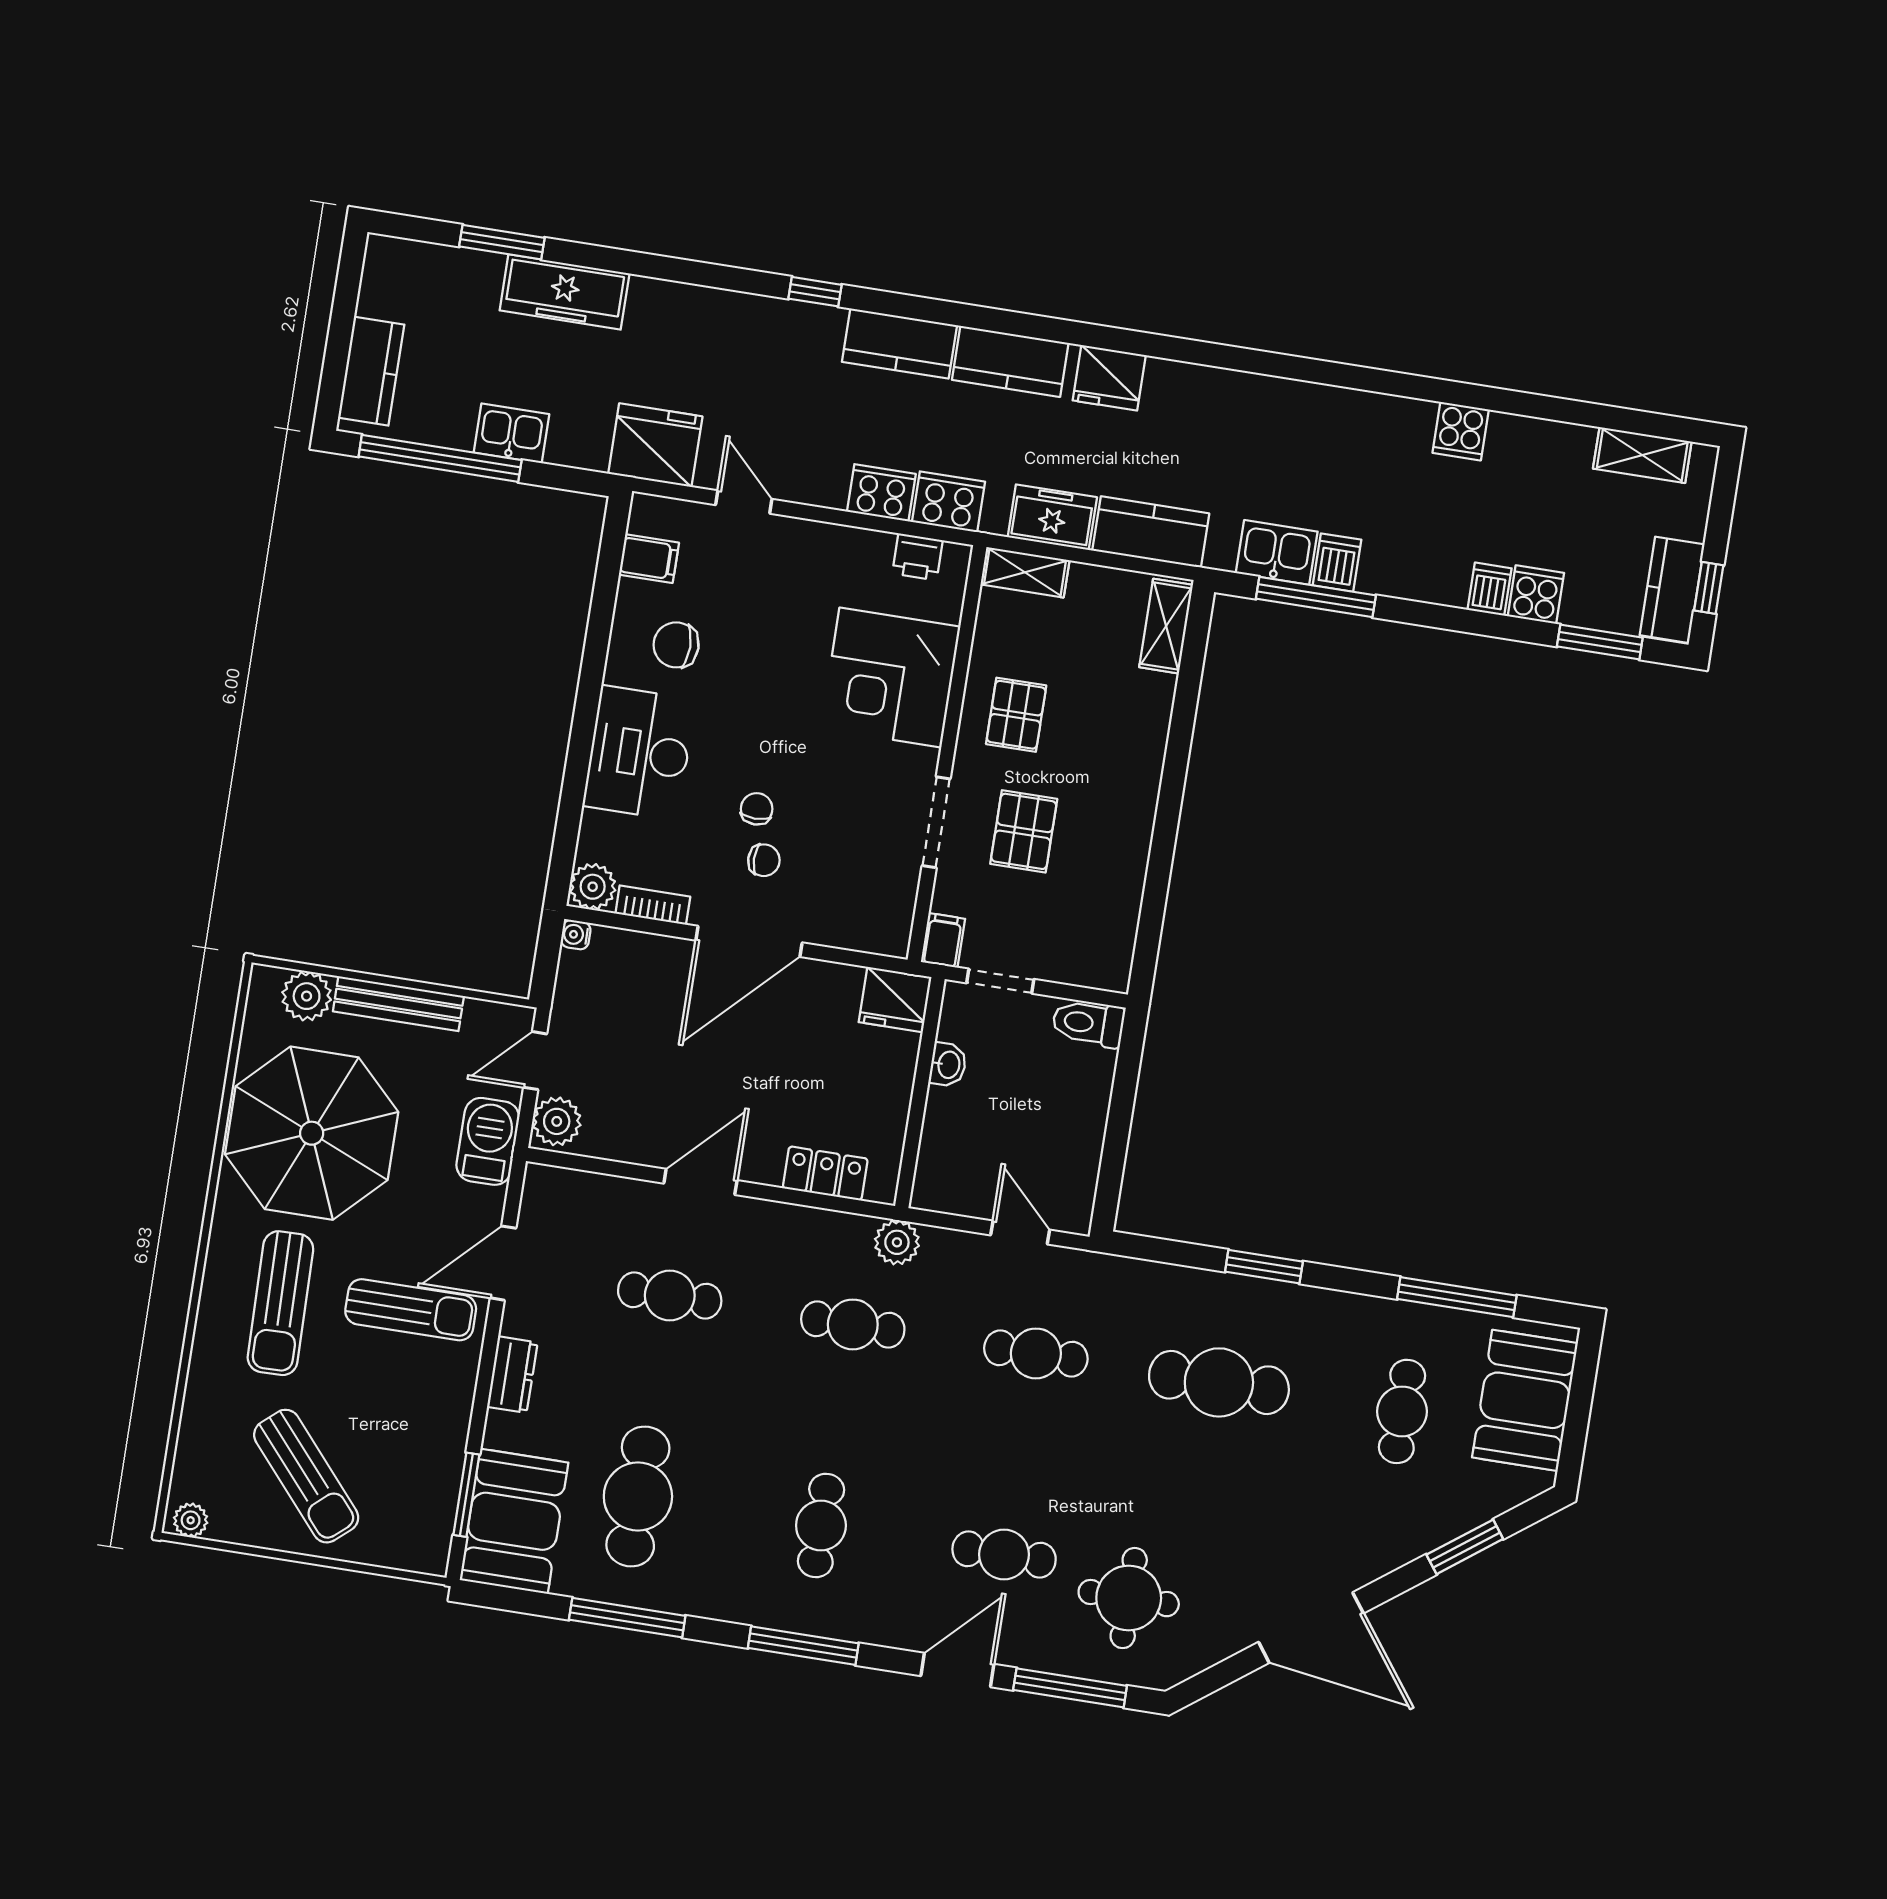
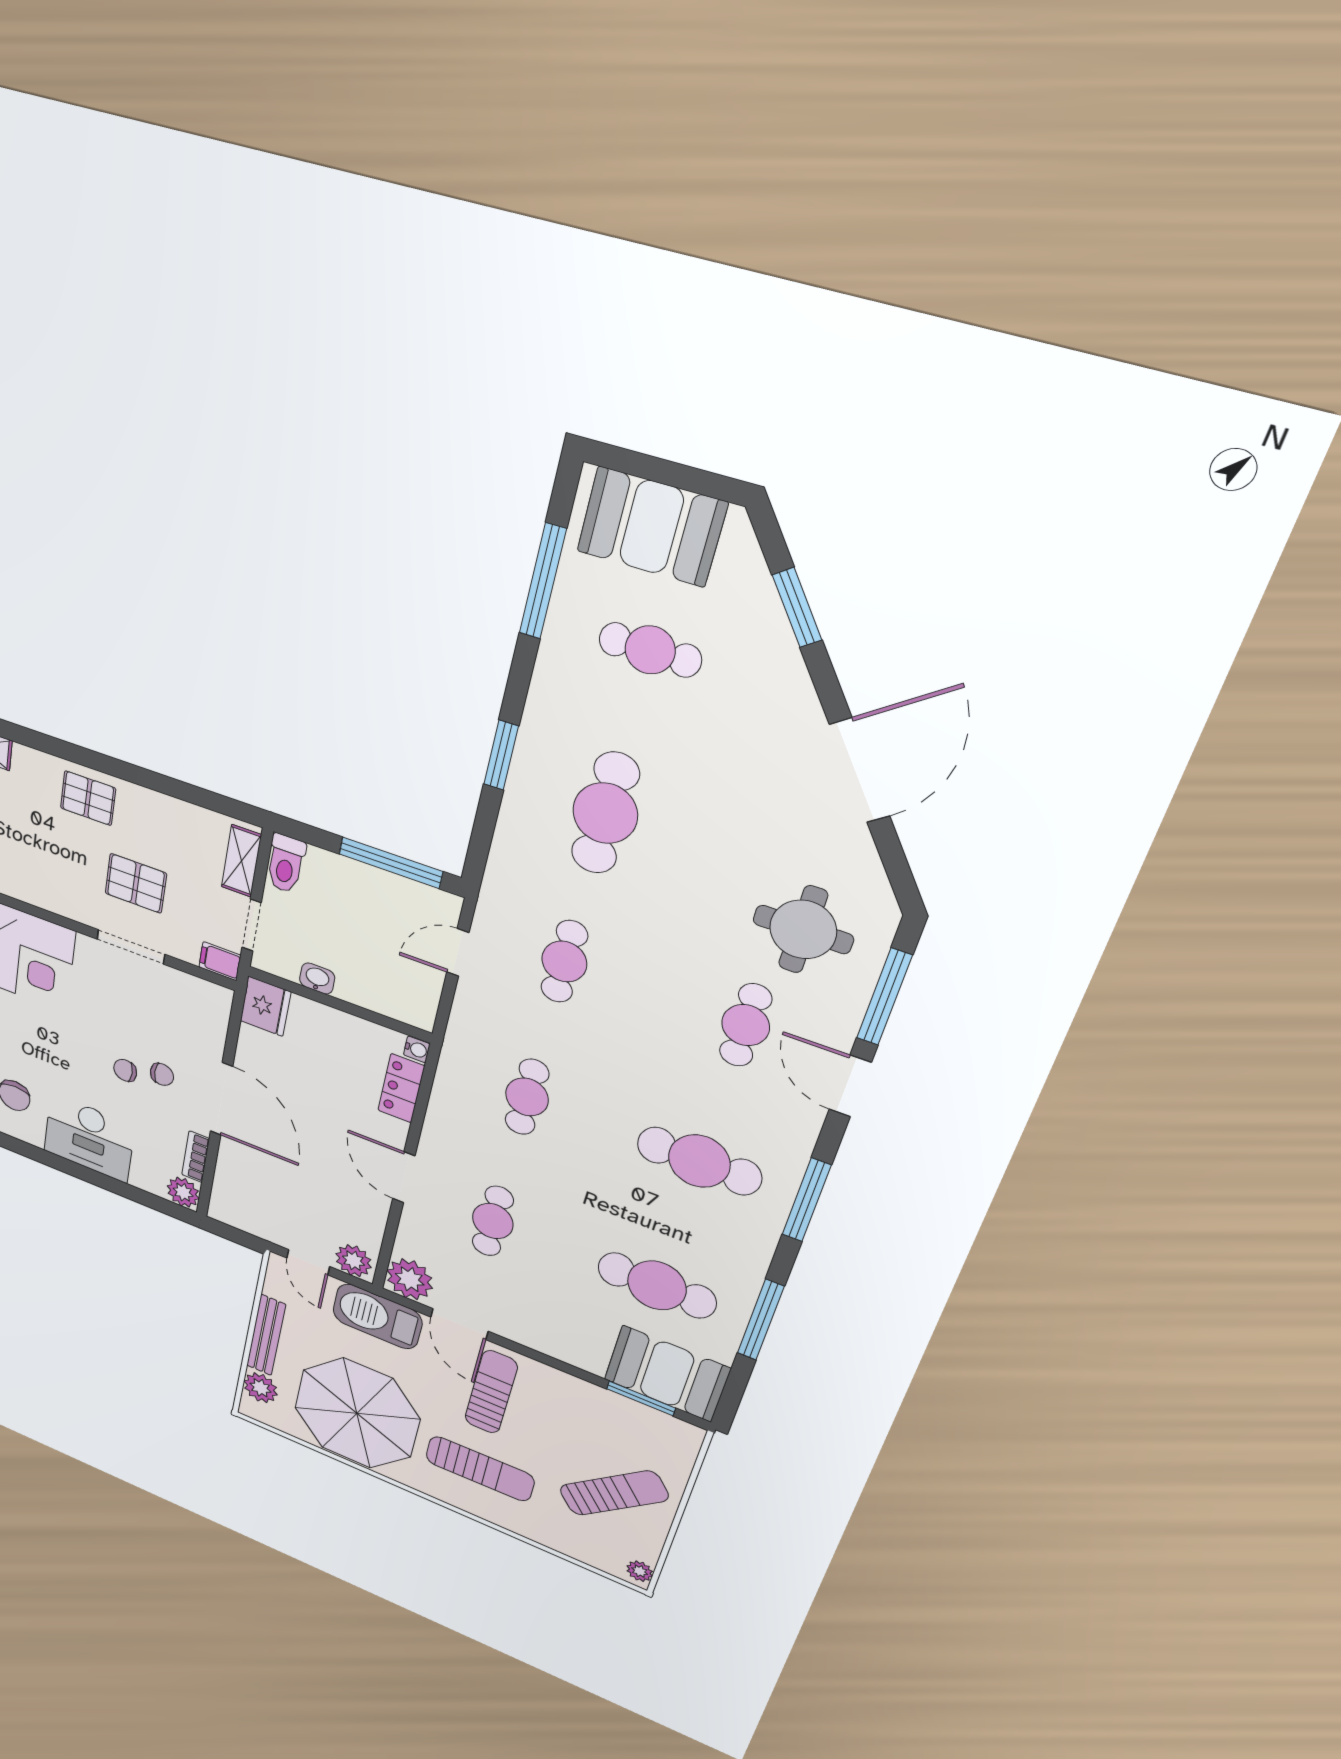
pallet: (1016, 715) -> (88, 798), moved
chair: (764, 860) -> (162, 1074), turned 90
water cooler: (576, 935) -> (417, 1049), moved, turned -90
shelving: (1081, 968) -> (241, 861), added
barbecue: (488, 1141) -> (377, 1316), width x1.37, depth x1.21
window: (1115, 1149) -> (391, 863), added
plant: (897, 1242) -> (410, 1279), moved, width x1.36, depth x1.36
dresser: (512, 1375) -> (547, 1342), removed
cafe table: (821, 1525) -> (699, 1161), width x1.37, depth x1.35

